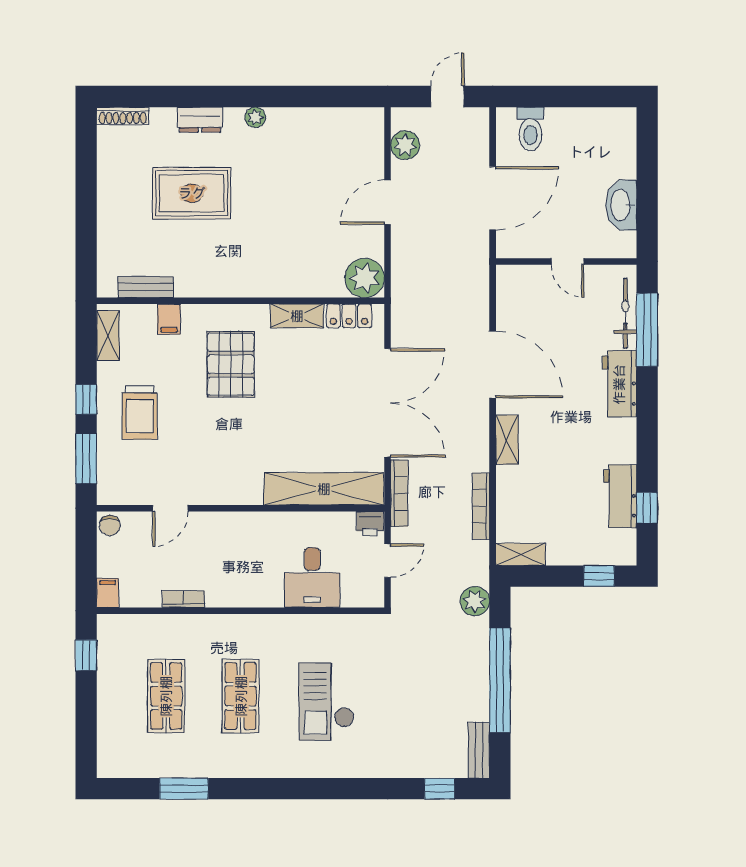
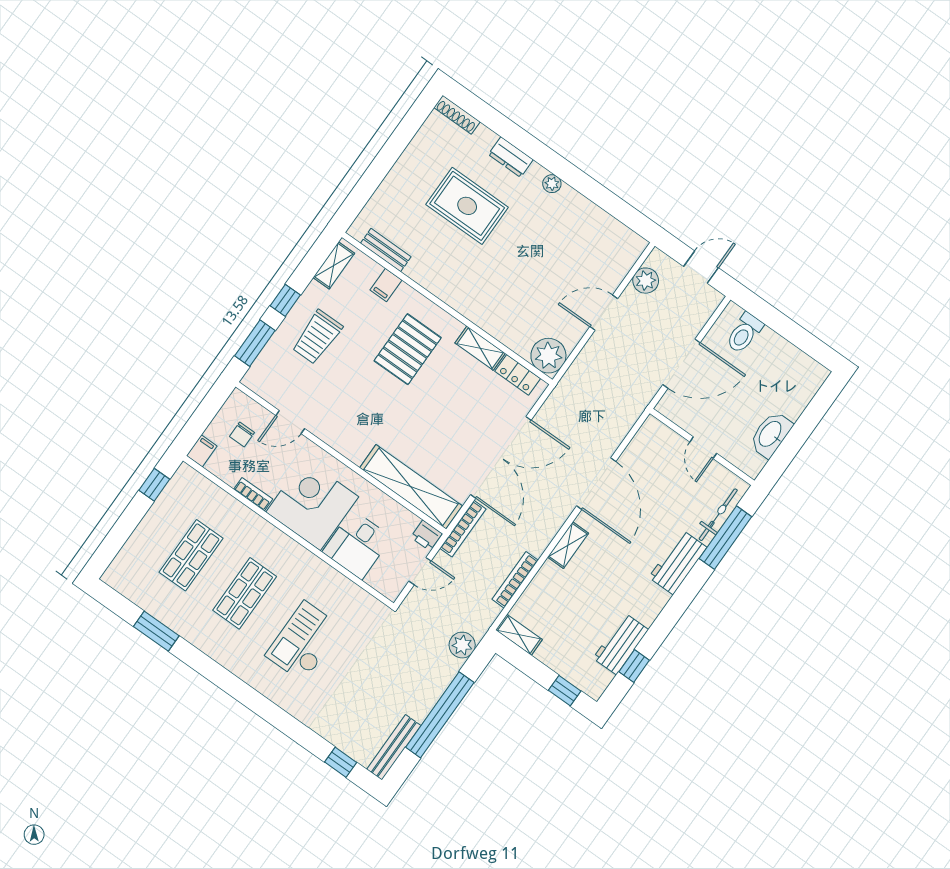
chair: (110, 525) -> (242, 434), moved
corner desk: (245, 570) -> (312, 504), added
bench: (479, 750) -> (394, 747), width x1.36

